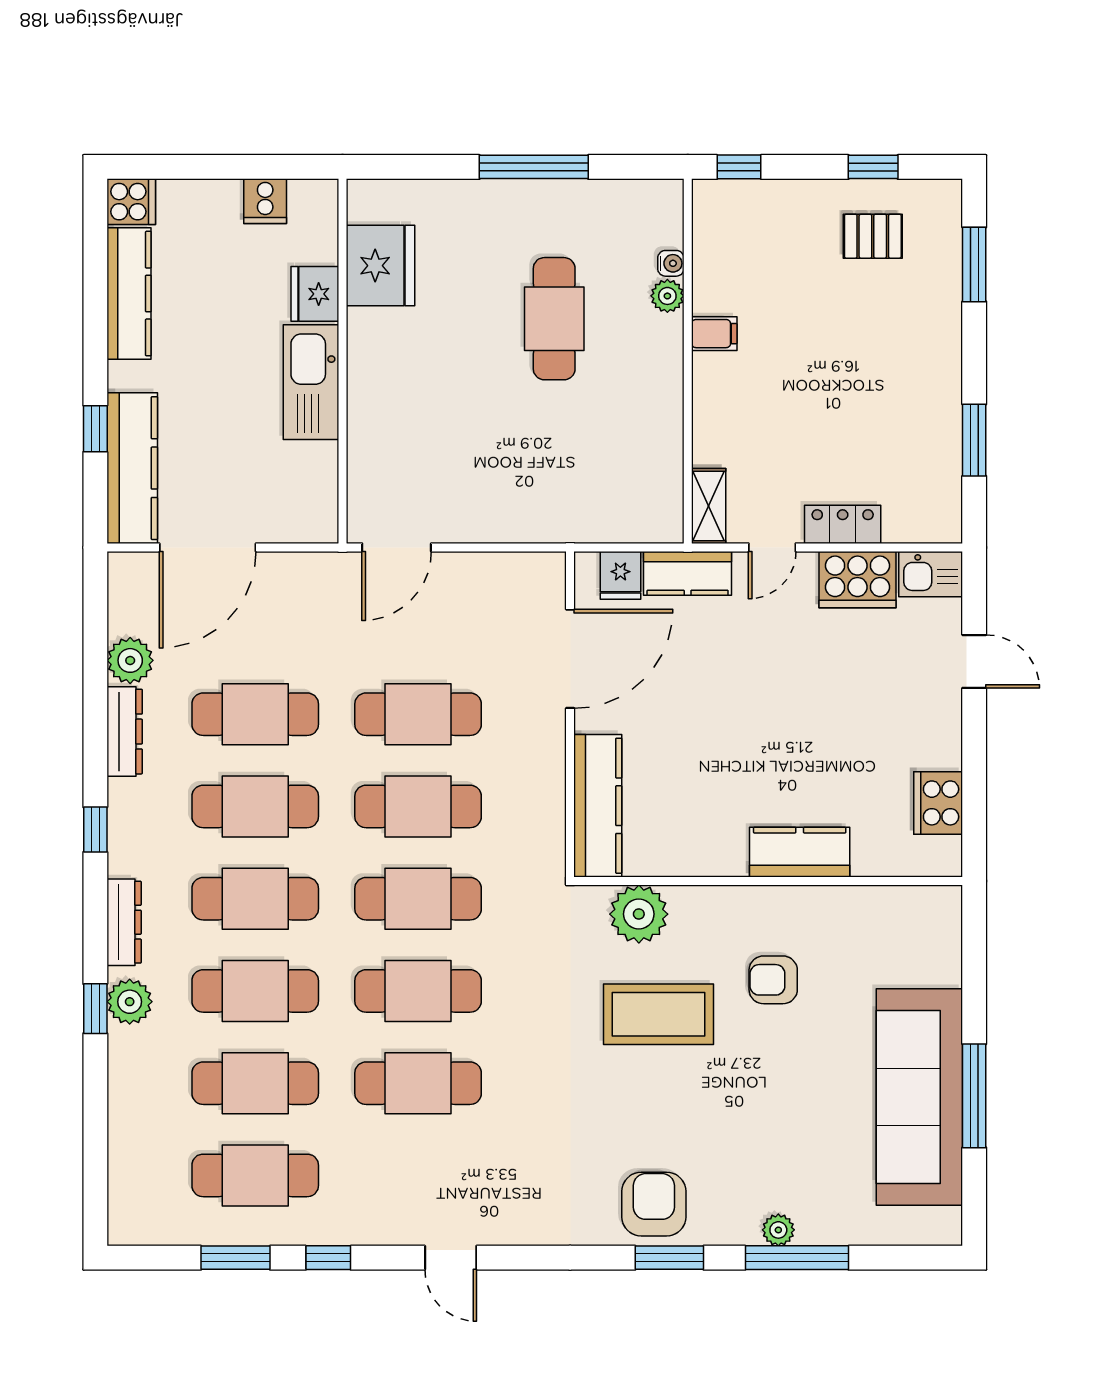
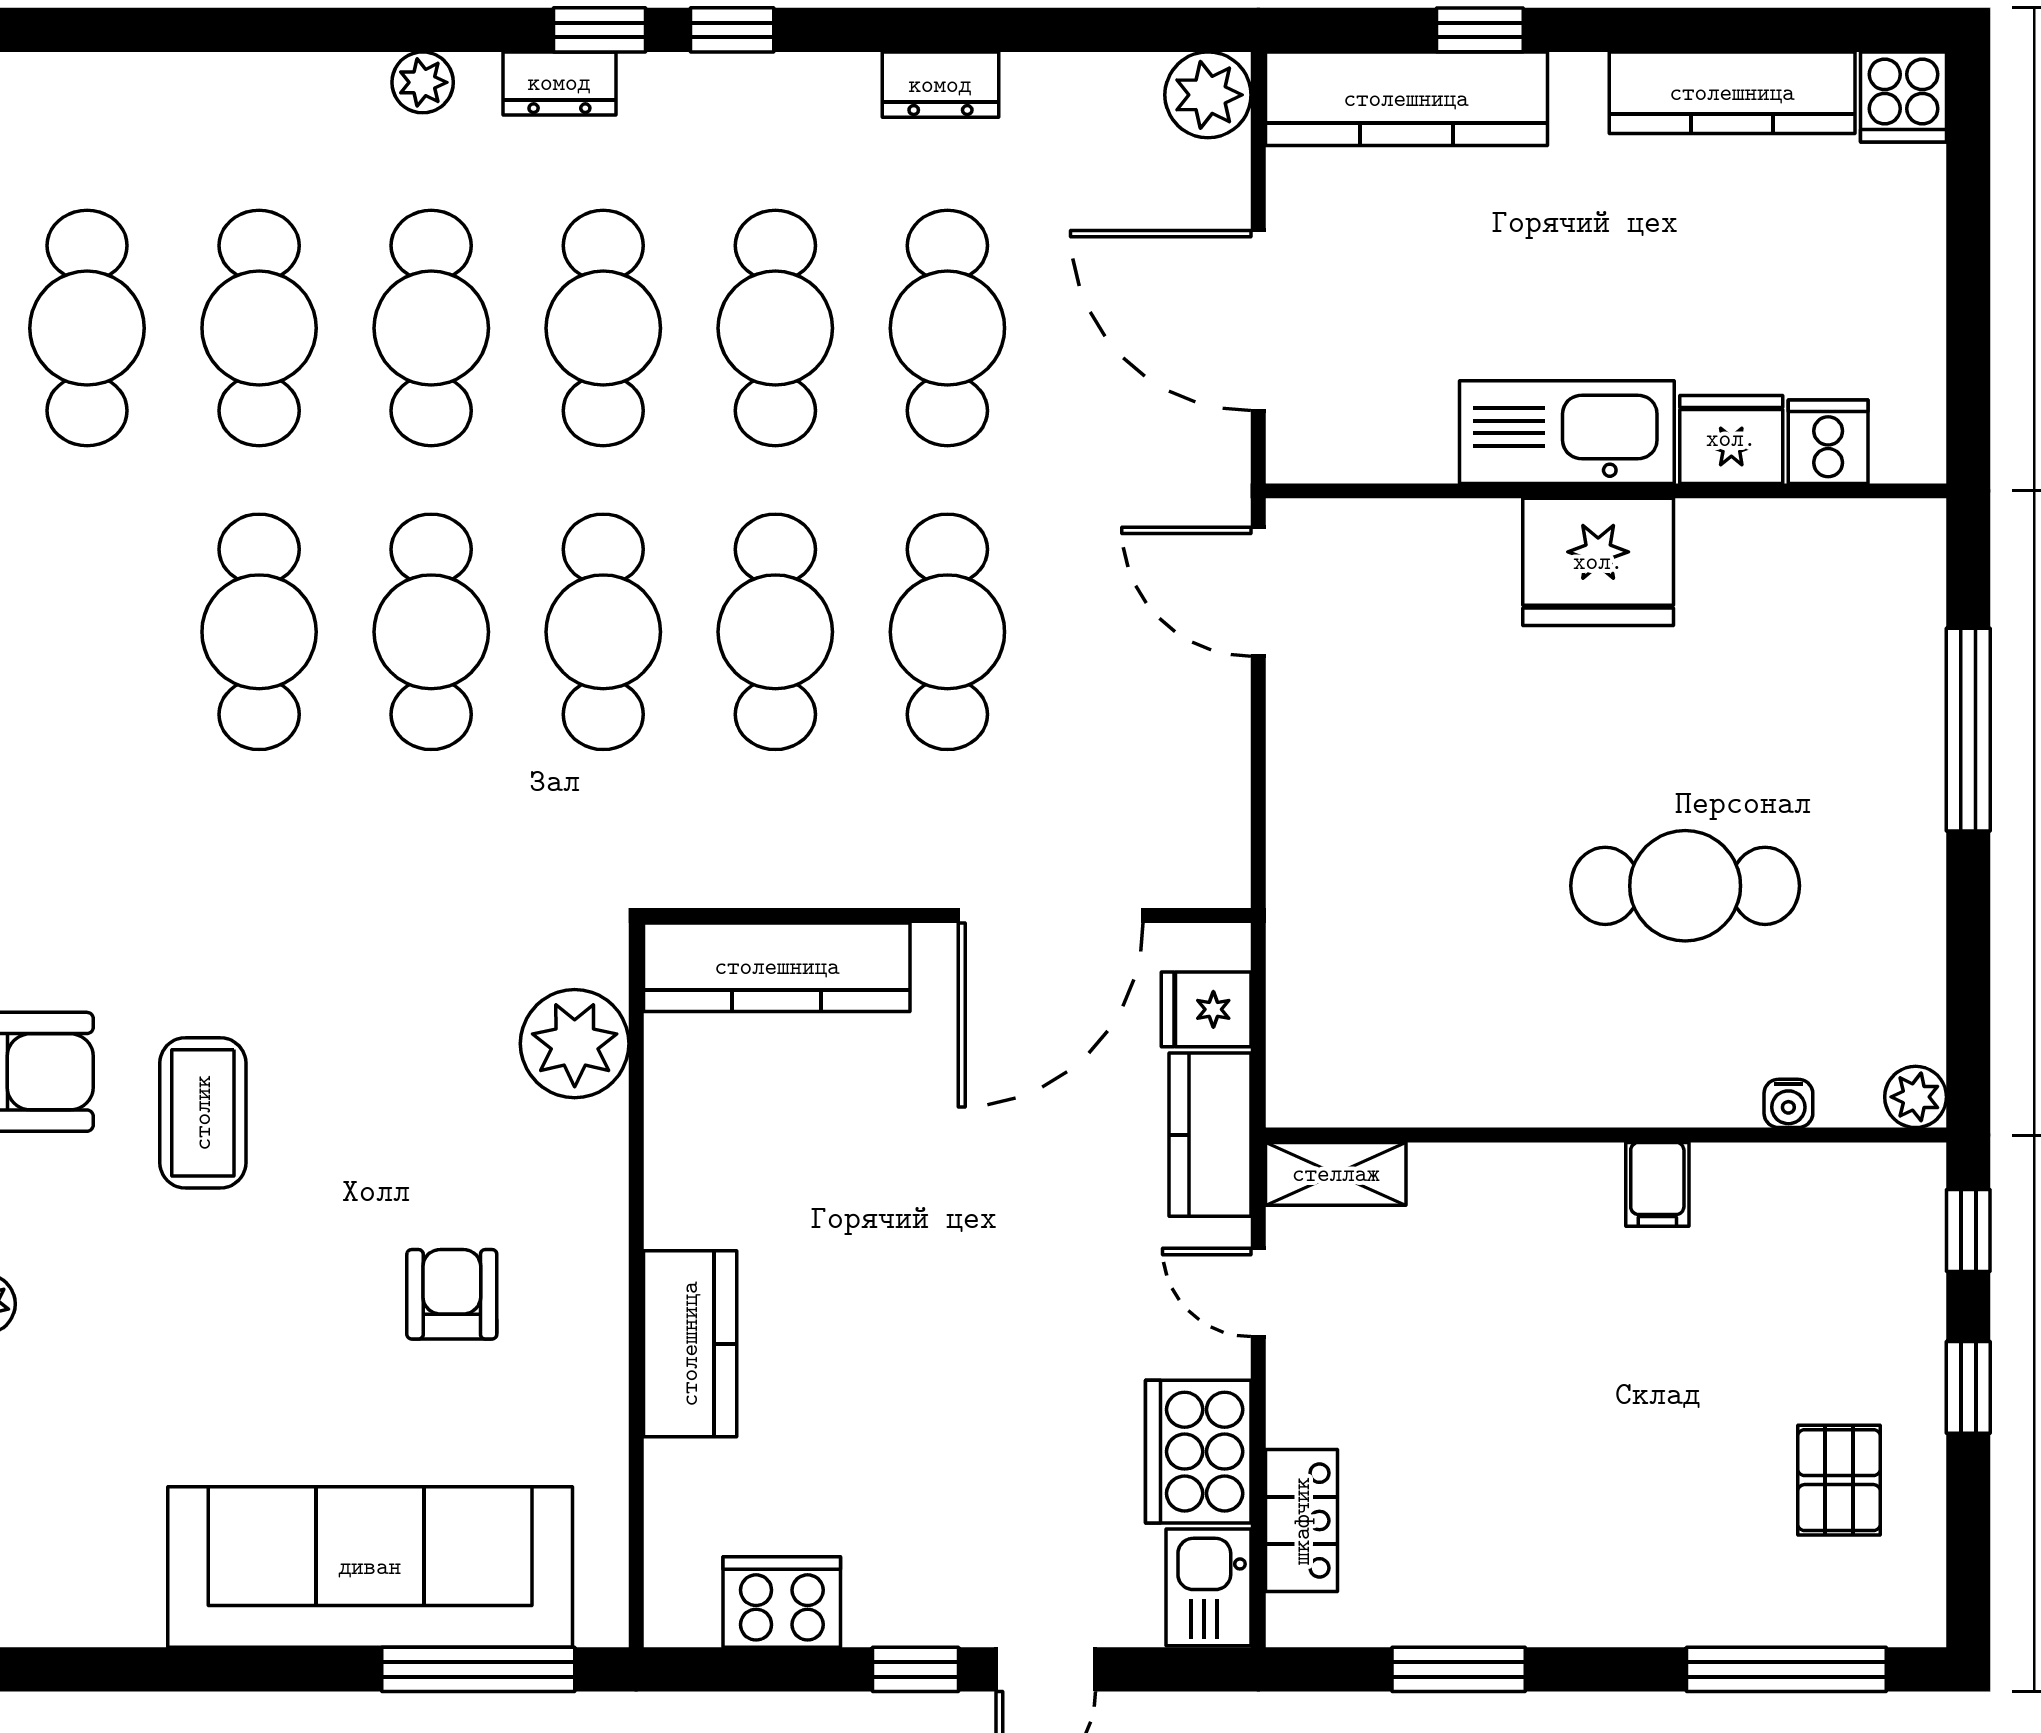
window: (534, 167) -> (1968, 730), moved
window: (873, 167) -> (1968, 1387), moved
cooker: (265, 201) -> (1828, 442), moved, turned 90
window: (974, 264) -> (1786, 1669), width x1.44
fridge: (381, 266) -> (1598, 562), moved
plant: (667, 296) -> (1916, 1097), moved
locker: (843, 524) -> (1302, 1521), moved
door: (208, 548) -> (1258, 320), moved
door: (570, 659) -> (1051, 915), hinge flipped
plant: (130, 660) -> (1208, 95), moved
window: (974, 731) -> (915, 1669), added
dresser: (125, 732) -> (940, 85), width x0.70
dresser: (124, 922) -> (559, 83), width x0.70
plant: (130, 1002) -> (423, 82), width x0.73, depth x0.73
window: (95, 1009) -> (600, 30), moved
coffee table: (659, 1014) -> (203, 1113), moved, width x0.73, depth x0.76
window: (974, 1096) -> (478, 1669), moved
sofa: (919, 1097) -> (370, 1567), moved

